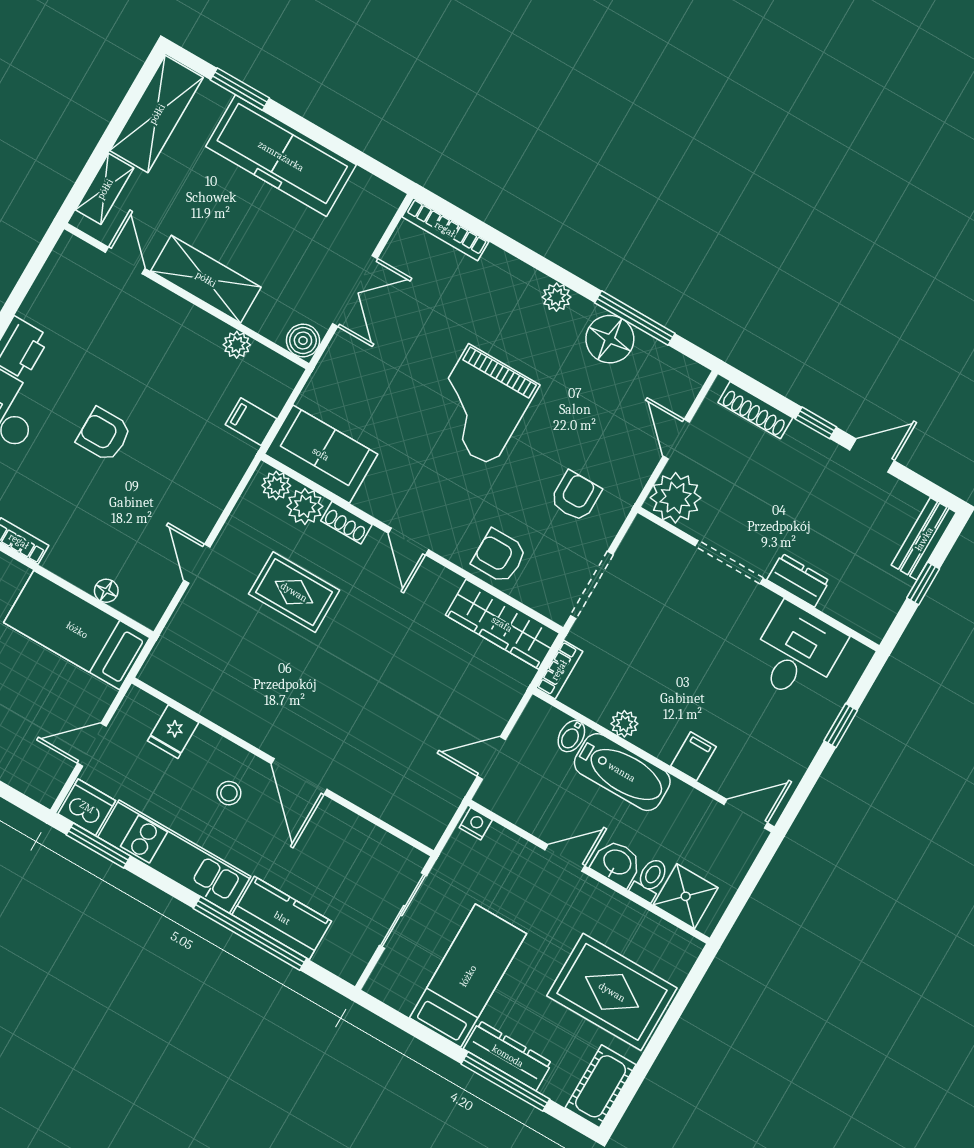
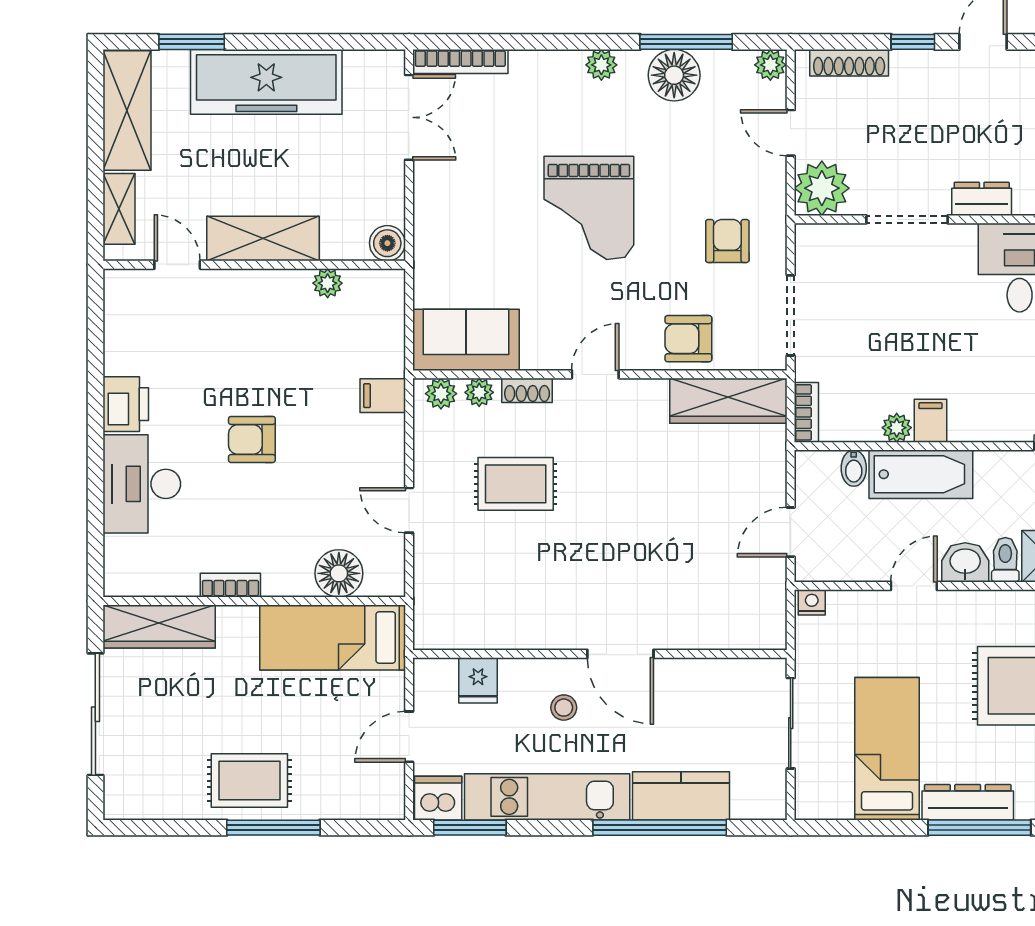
double door: (355, 291) -> (409, 117), moved
plant: (691, 375) -> (770, 65), added
filing cabinet: (251, 422) -> (383, 396), moved
plant: (305, 506) -> (479, 392), width x0.73, depth x0.73
door: (408, 541) -> (595, 374), swing flipped
floor lamp: (106, 591) -> (339, 573), width x1.89, depth x1.89
filing cabinet: (693, 756) -> (930, 421), moved

